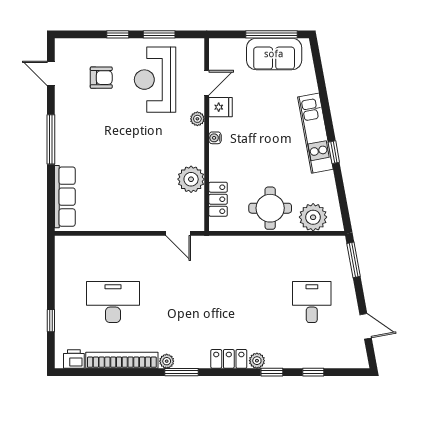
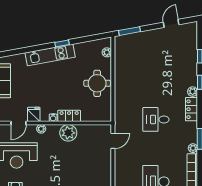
door: (207, 83) -> (19, 123), swing flipped
plant: (191, 179) -> (68, 133), moved
locker: (218, 199) -> (69, 116), moved
plant: (313, 217) -> (107, 52), width x0.53, depth x0.53
desk: (312, 302) -> (156, 119), moved

